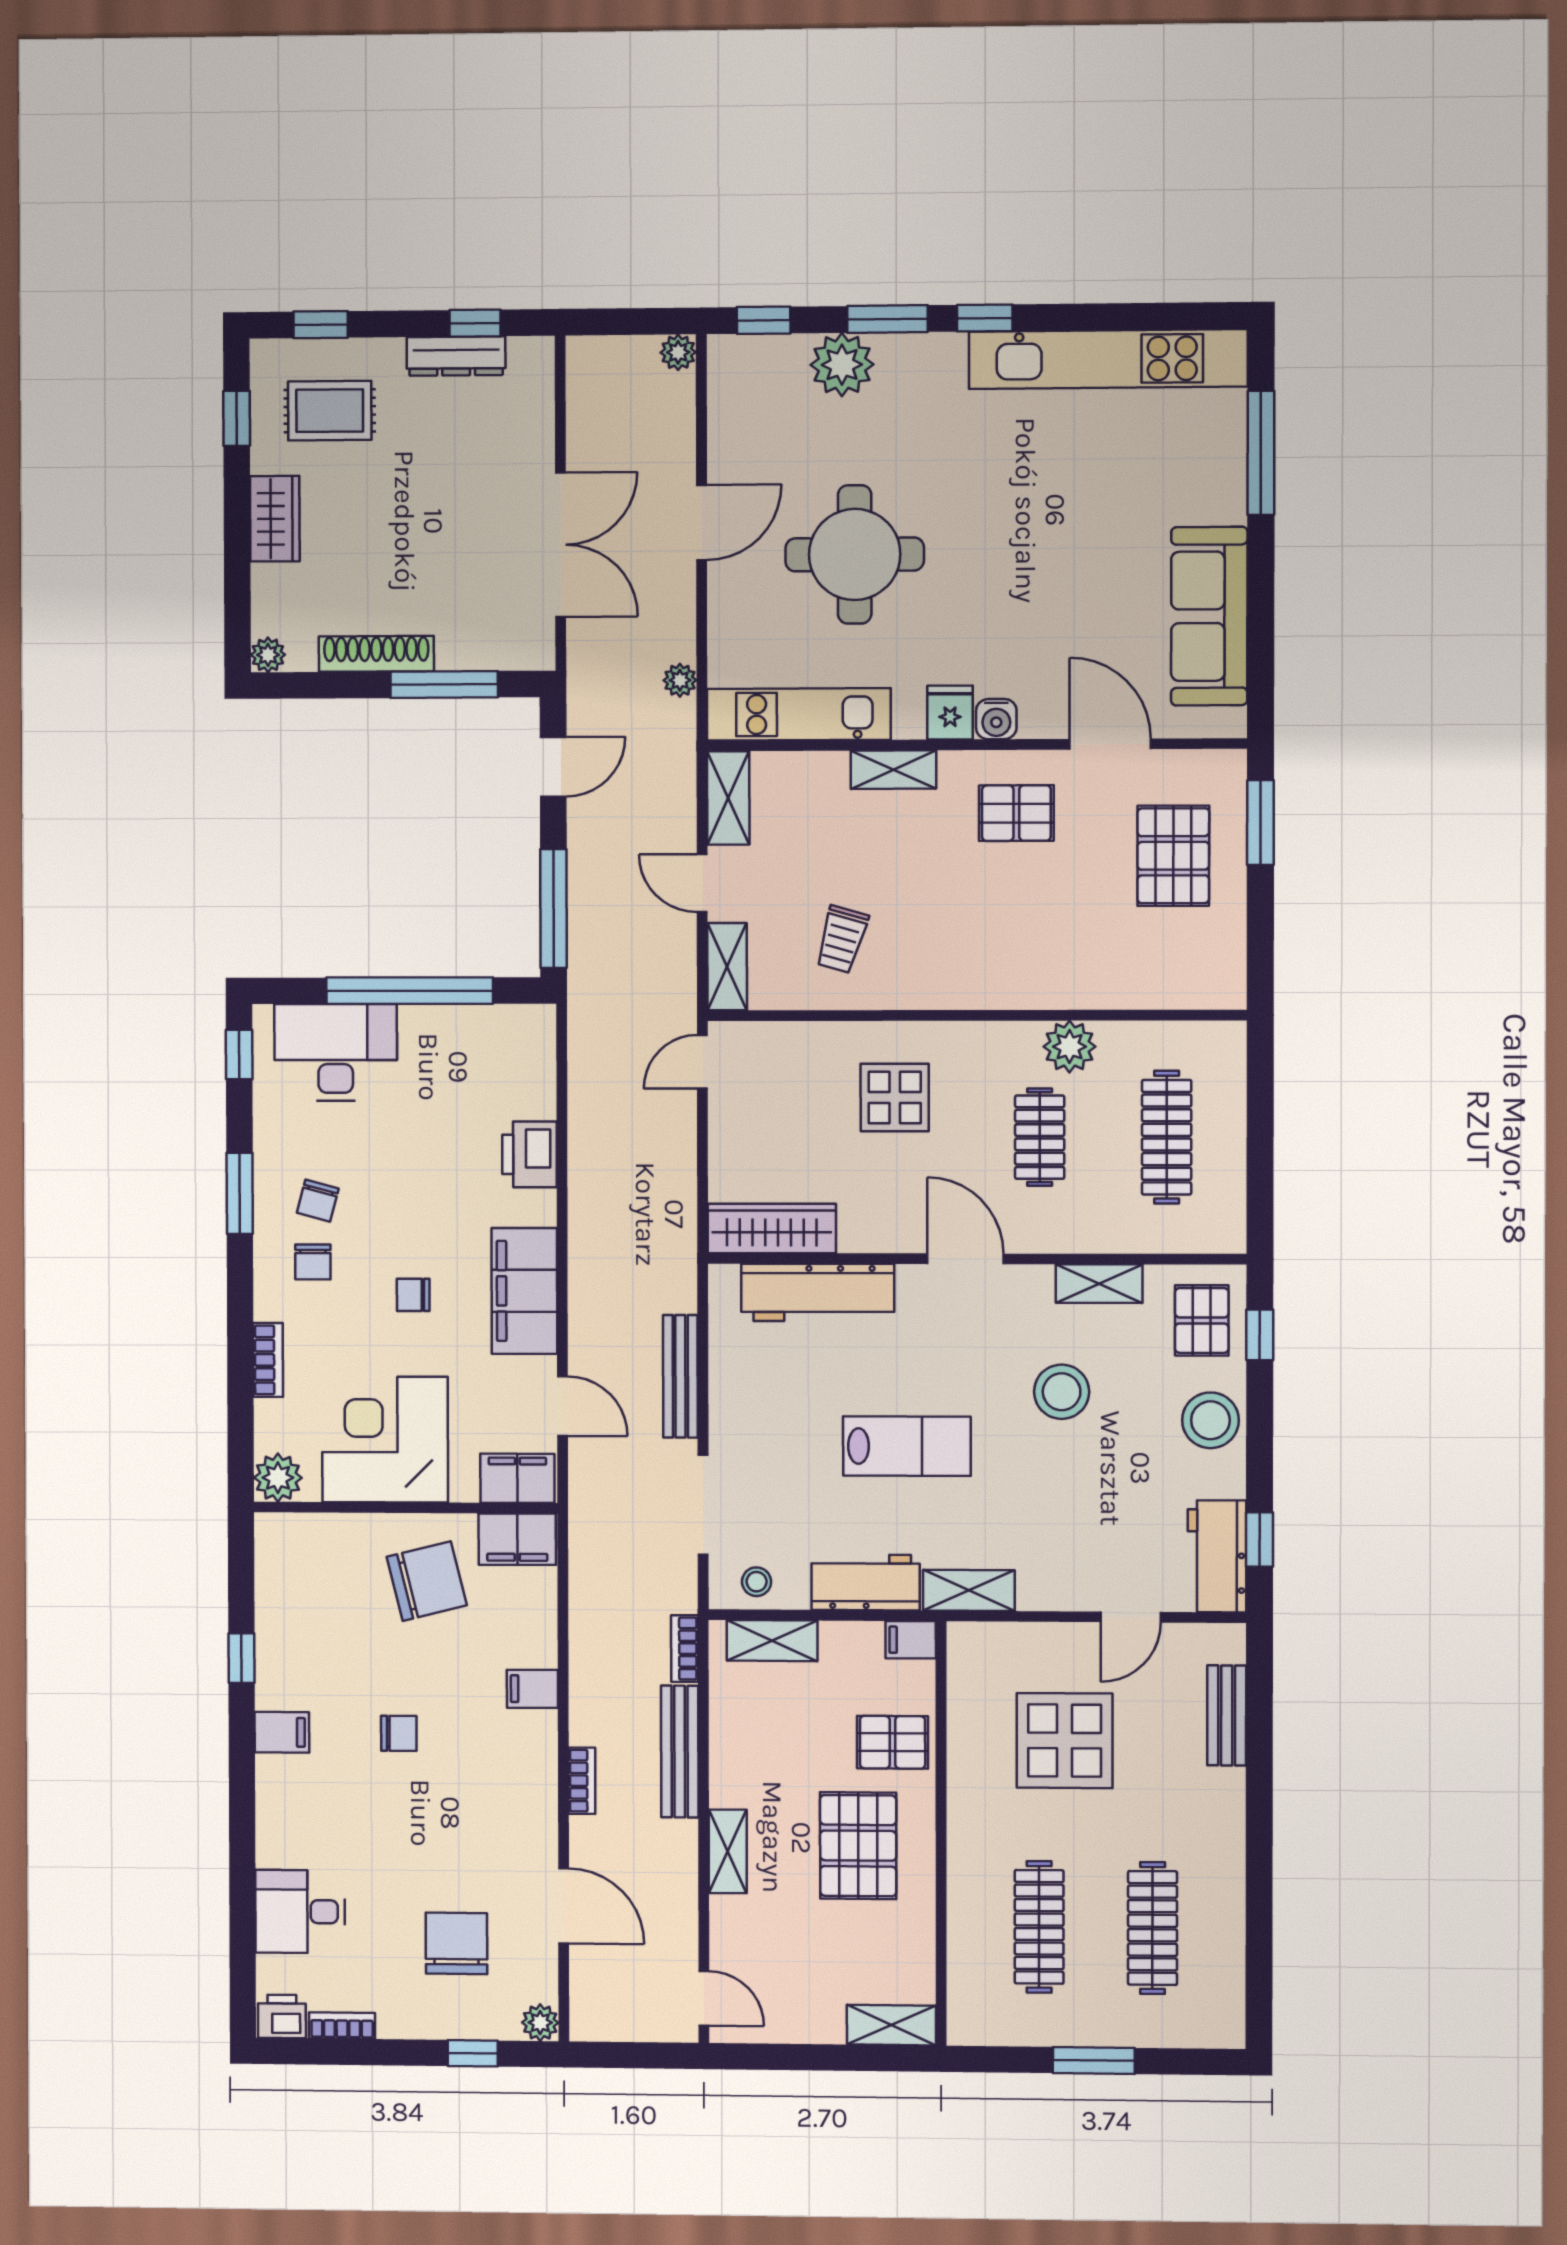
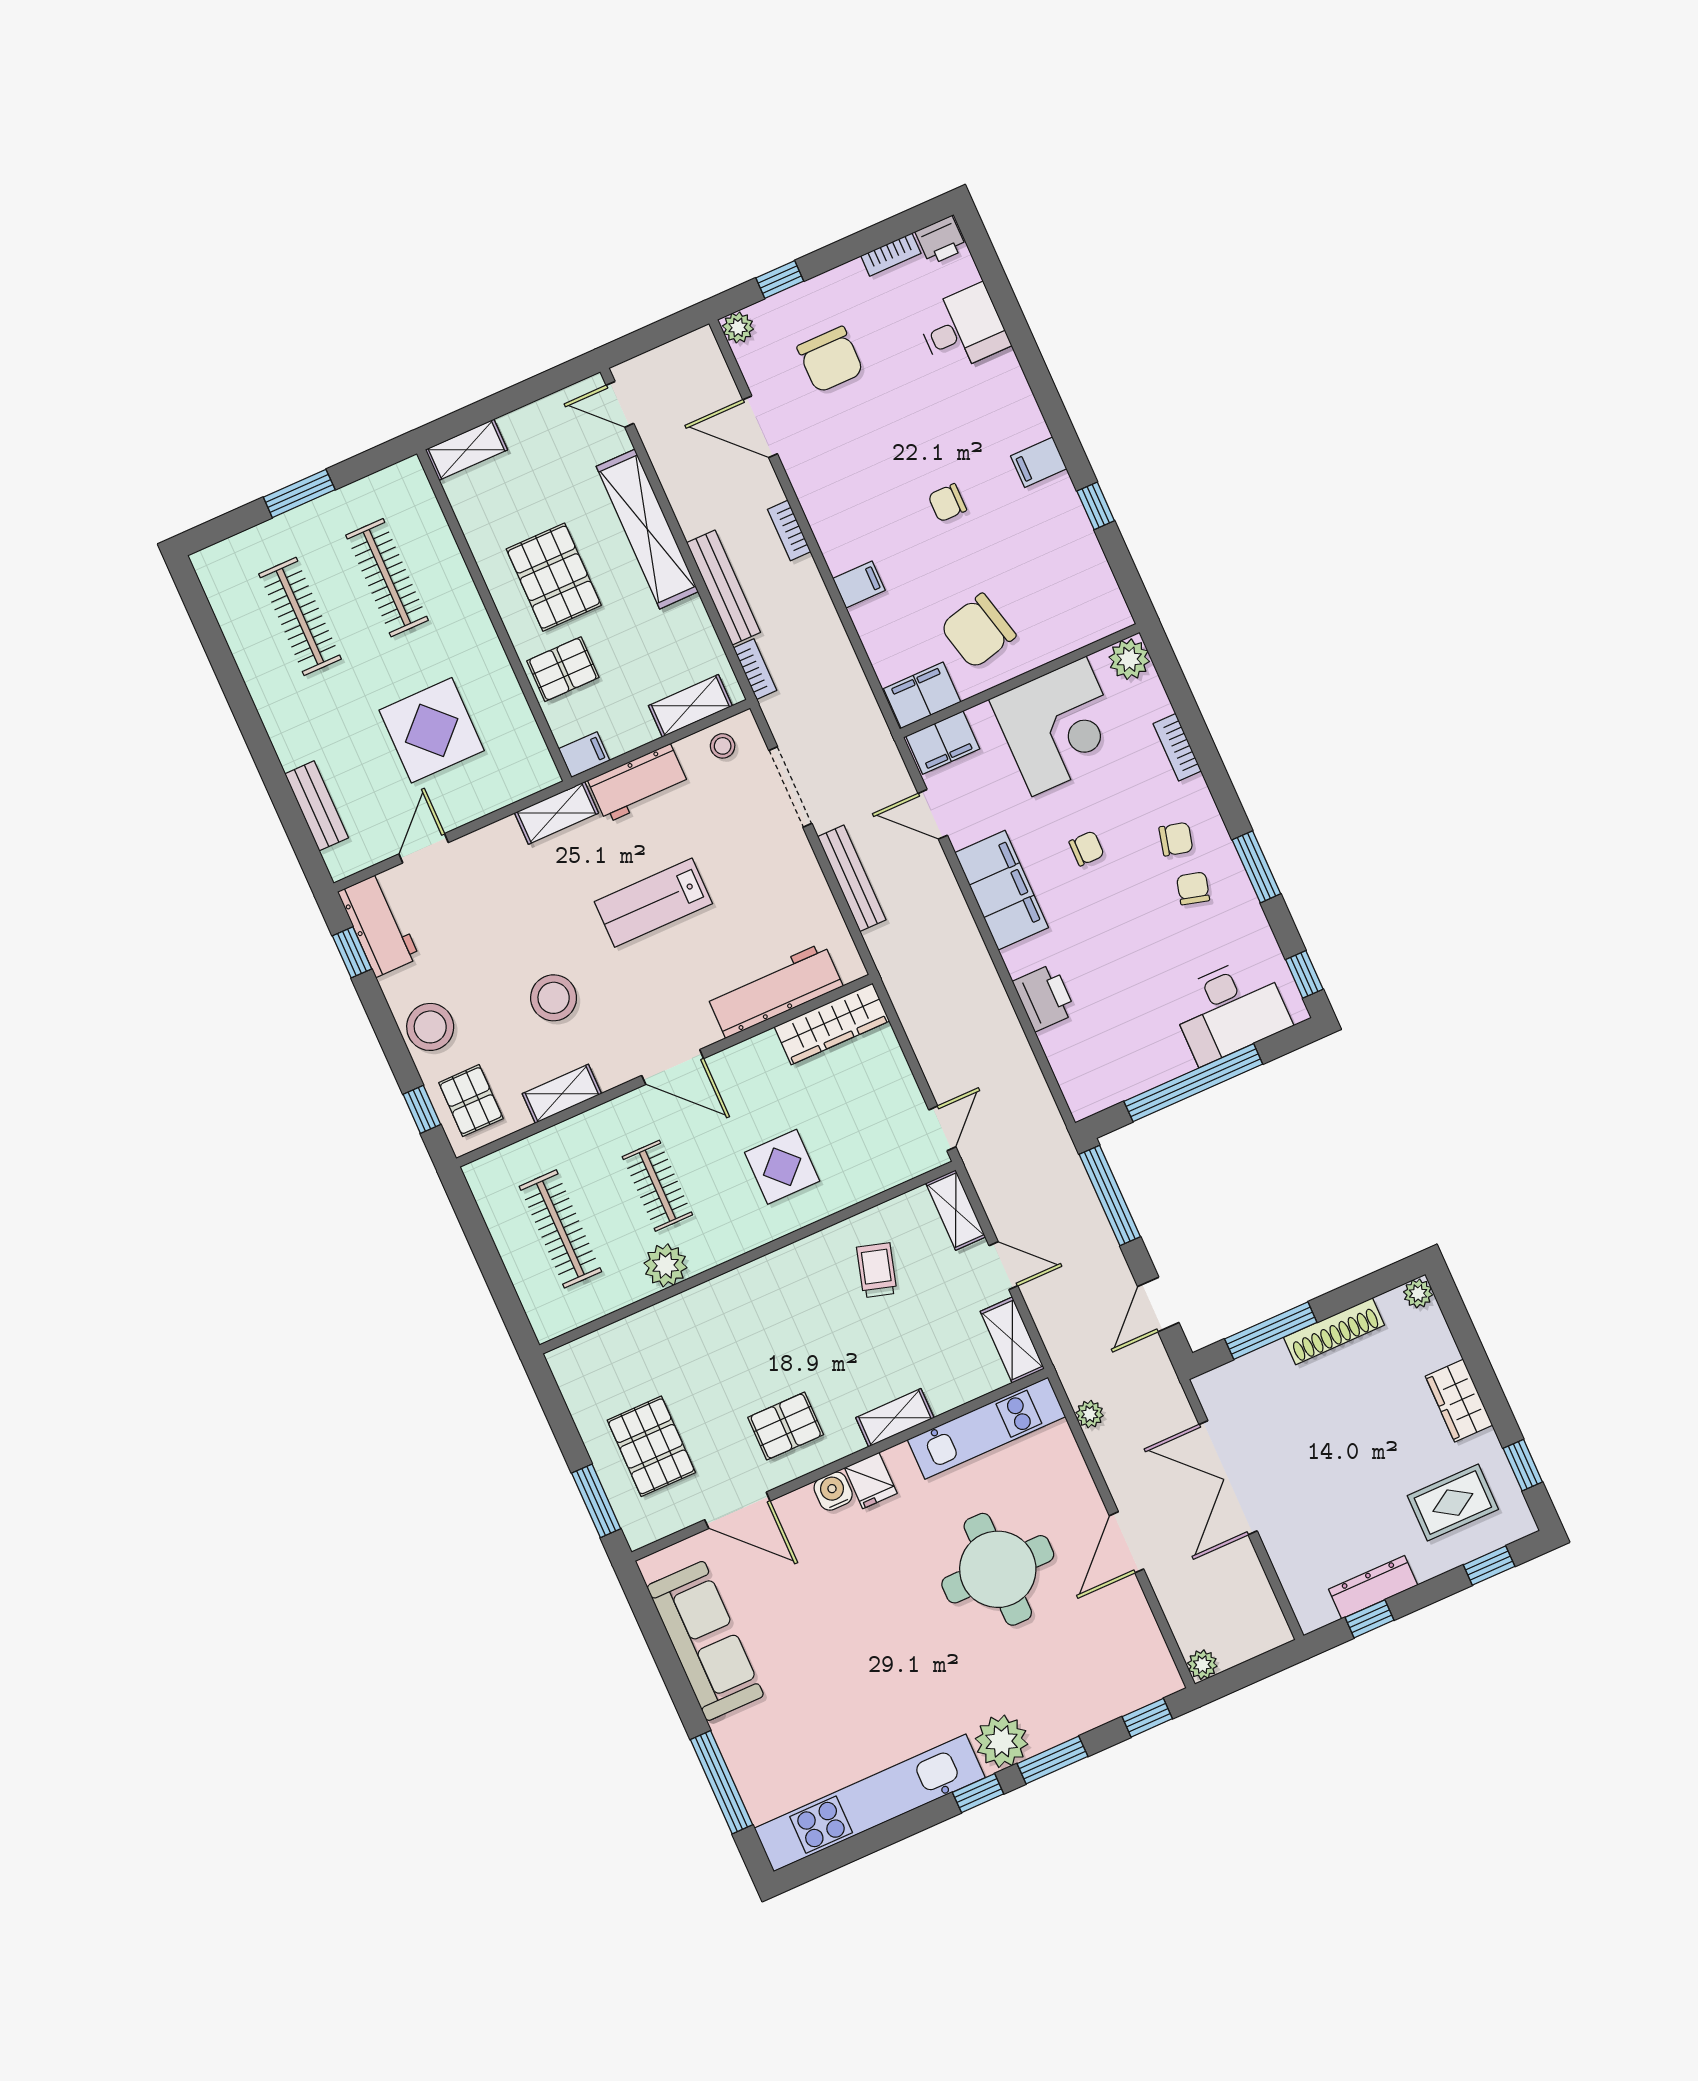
plant: (842, 365) -> (1002, 1741), moved
chair: (313, 1262) -> (1176, 839), turned 104
shelving: (728, 1851) -> (647, 529), width x2.20, depth x1.33

